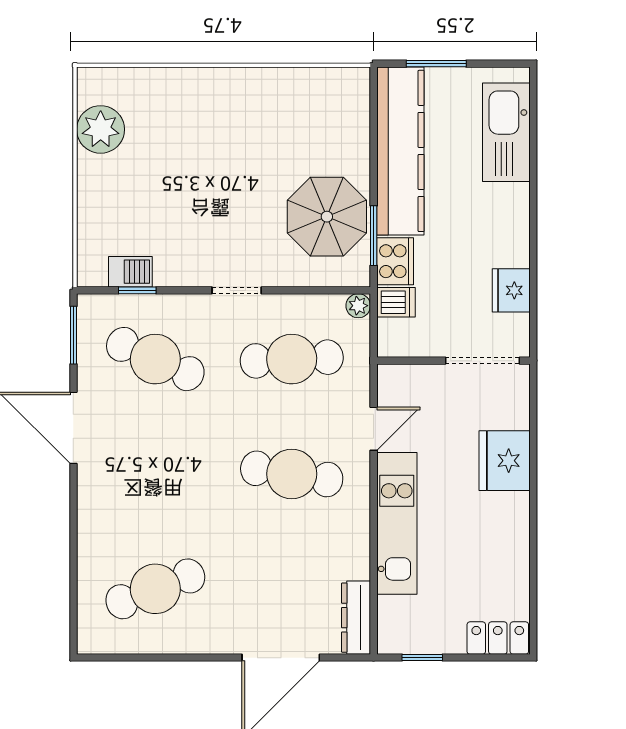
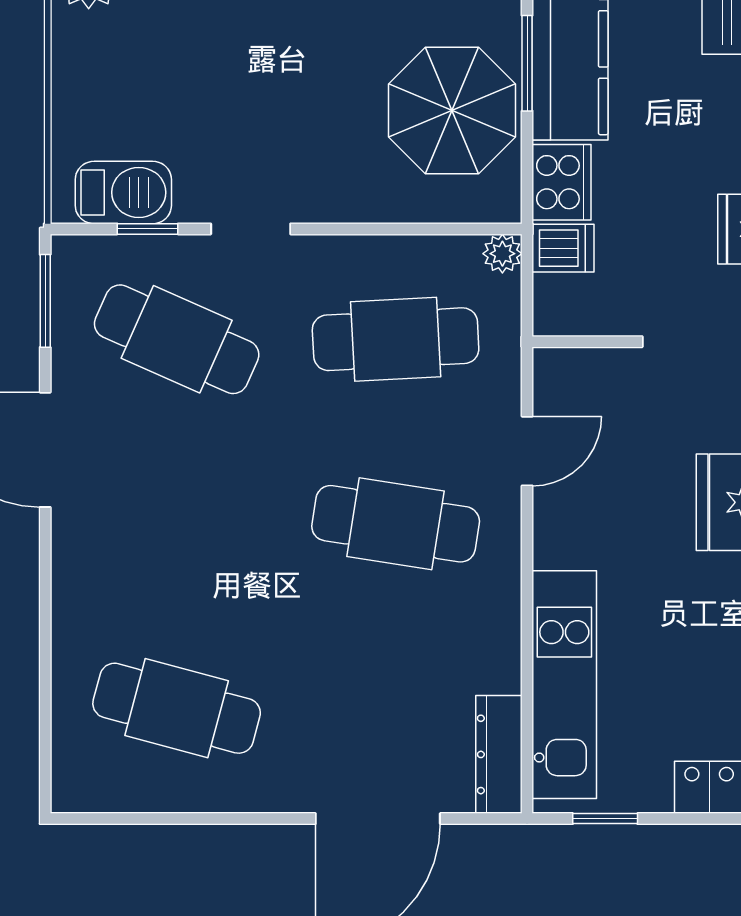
window: (374, 236) -> (527, 63), moved
barbecue: (130, 272) -> (123, 192), width x1.38, depth x1.27
doorway: (237, 290) -> (251, 229), moved
kitchen unit: (397, 523) -> (564, 685), moved
cafe table: (155, 589) -> (177, 708), turned 36

